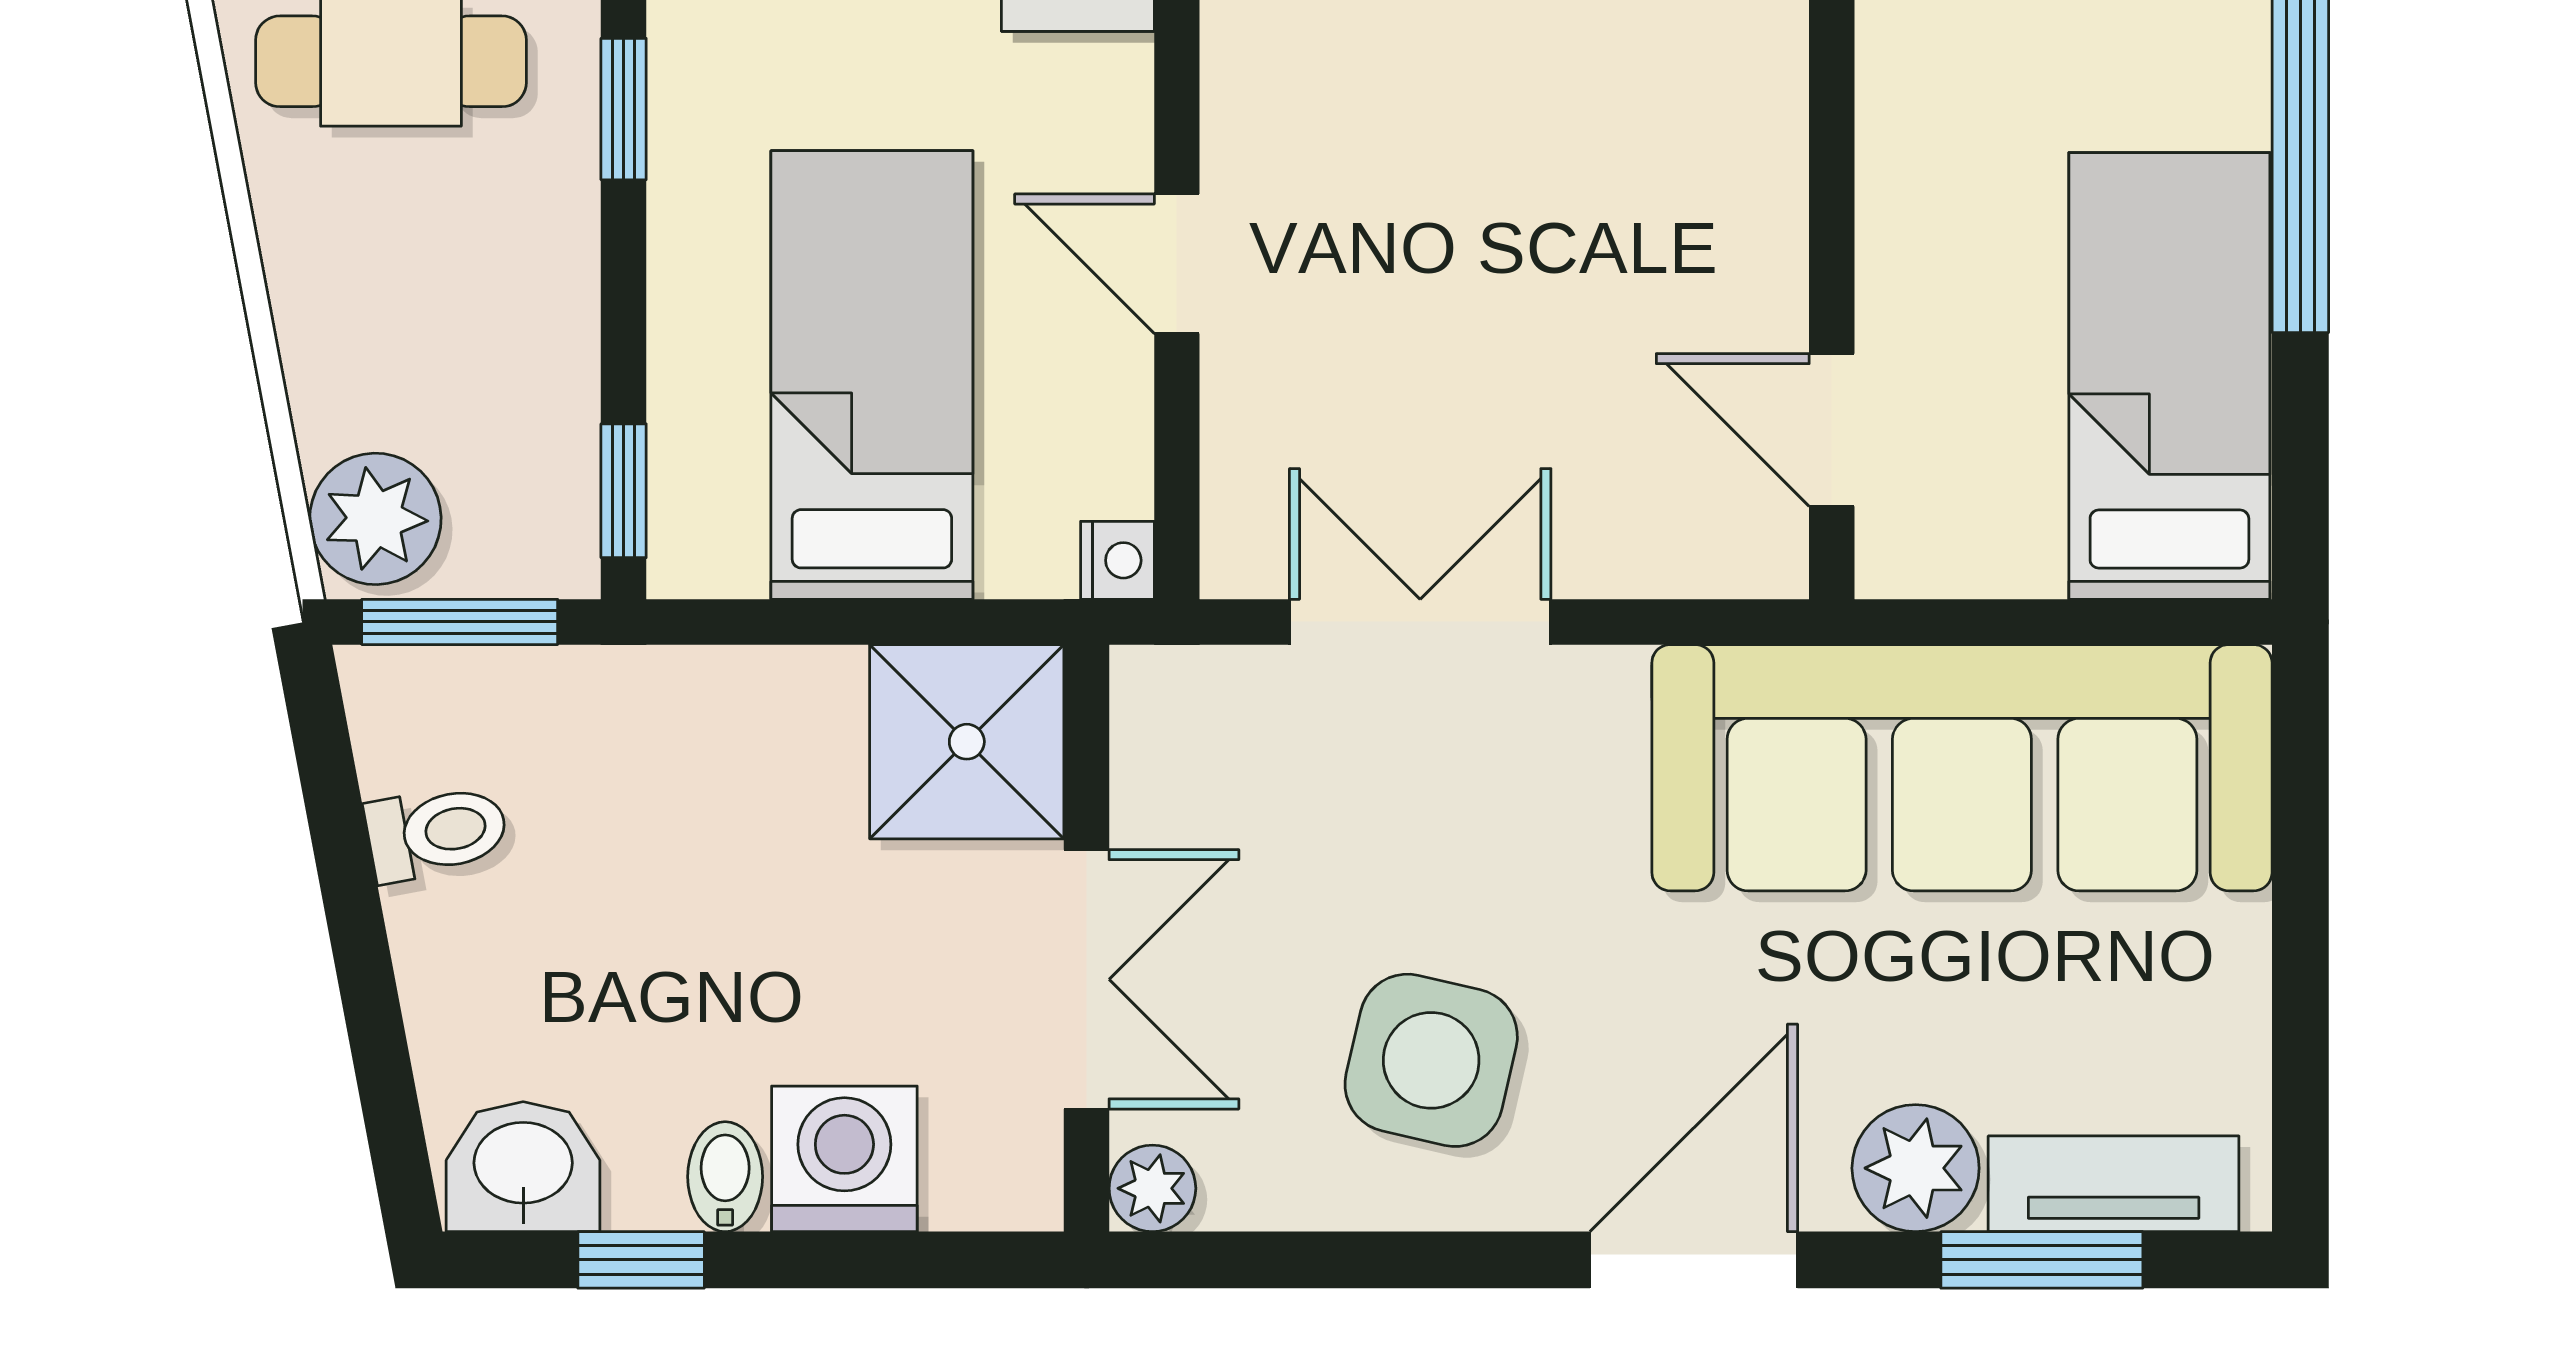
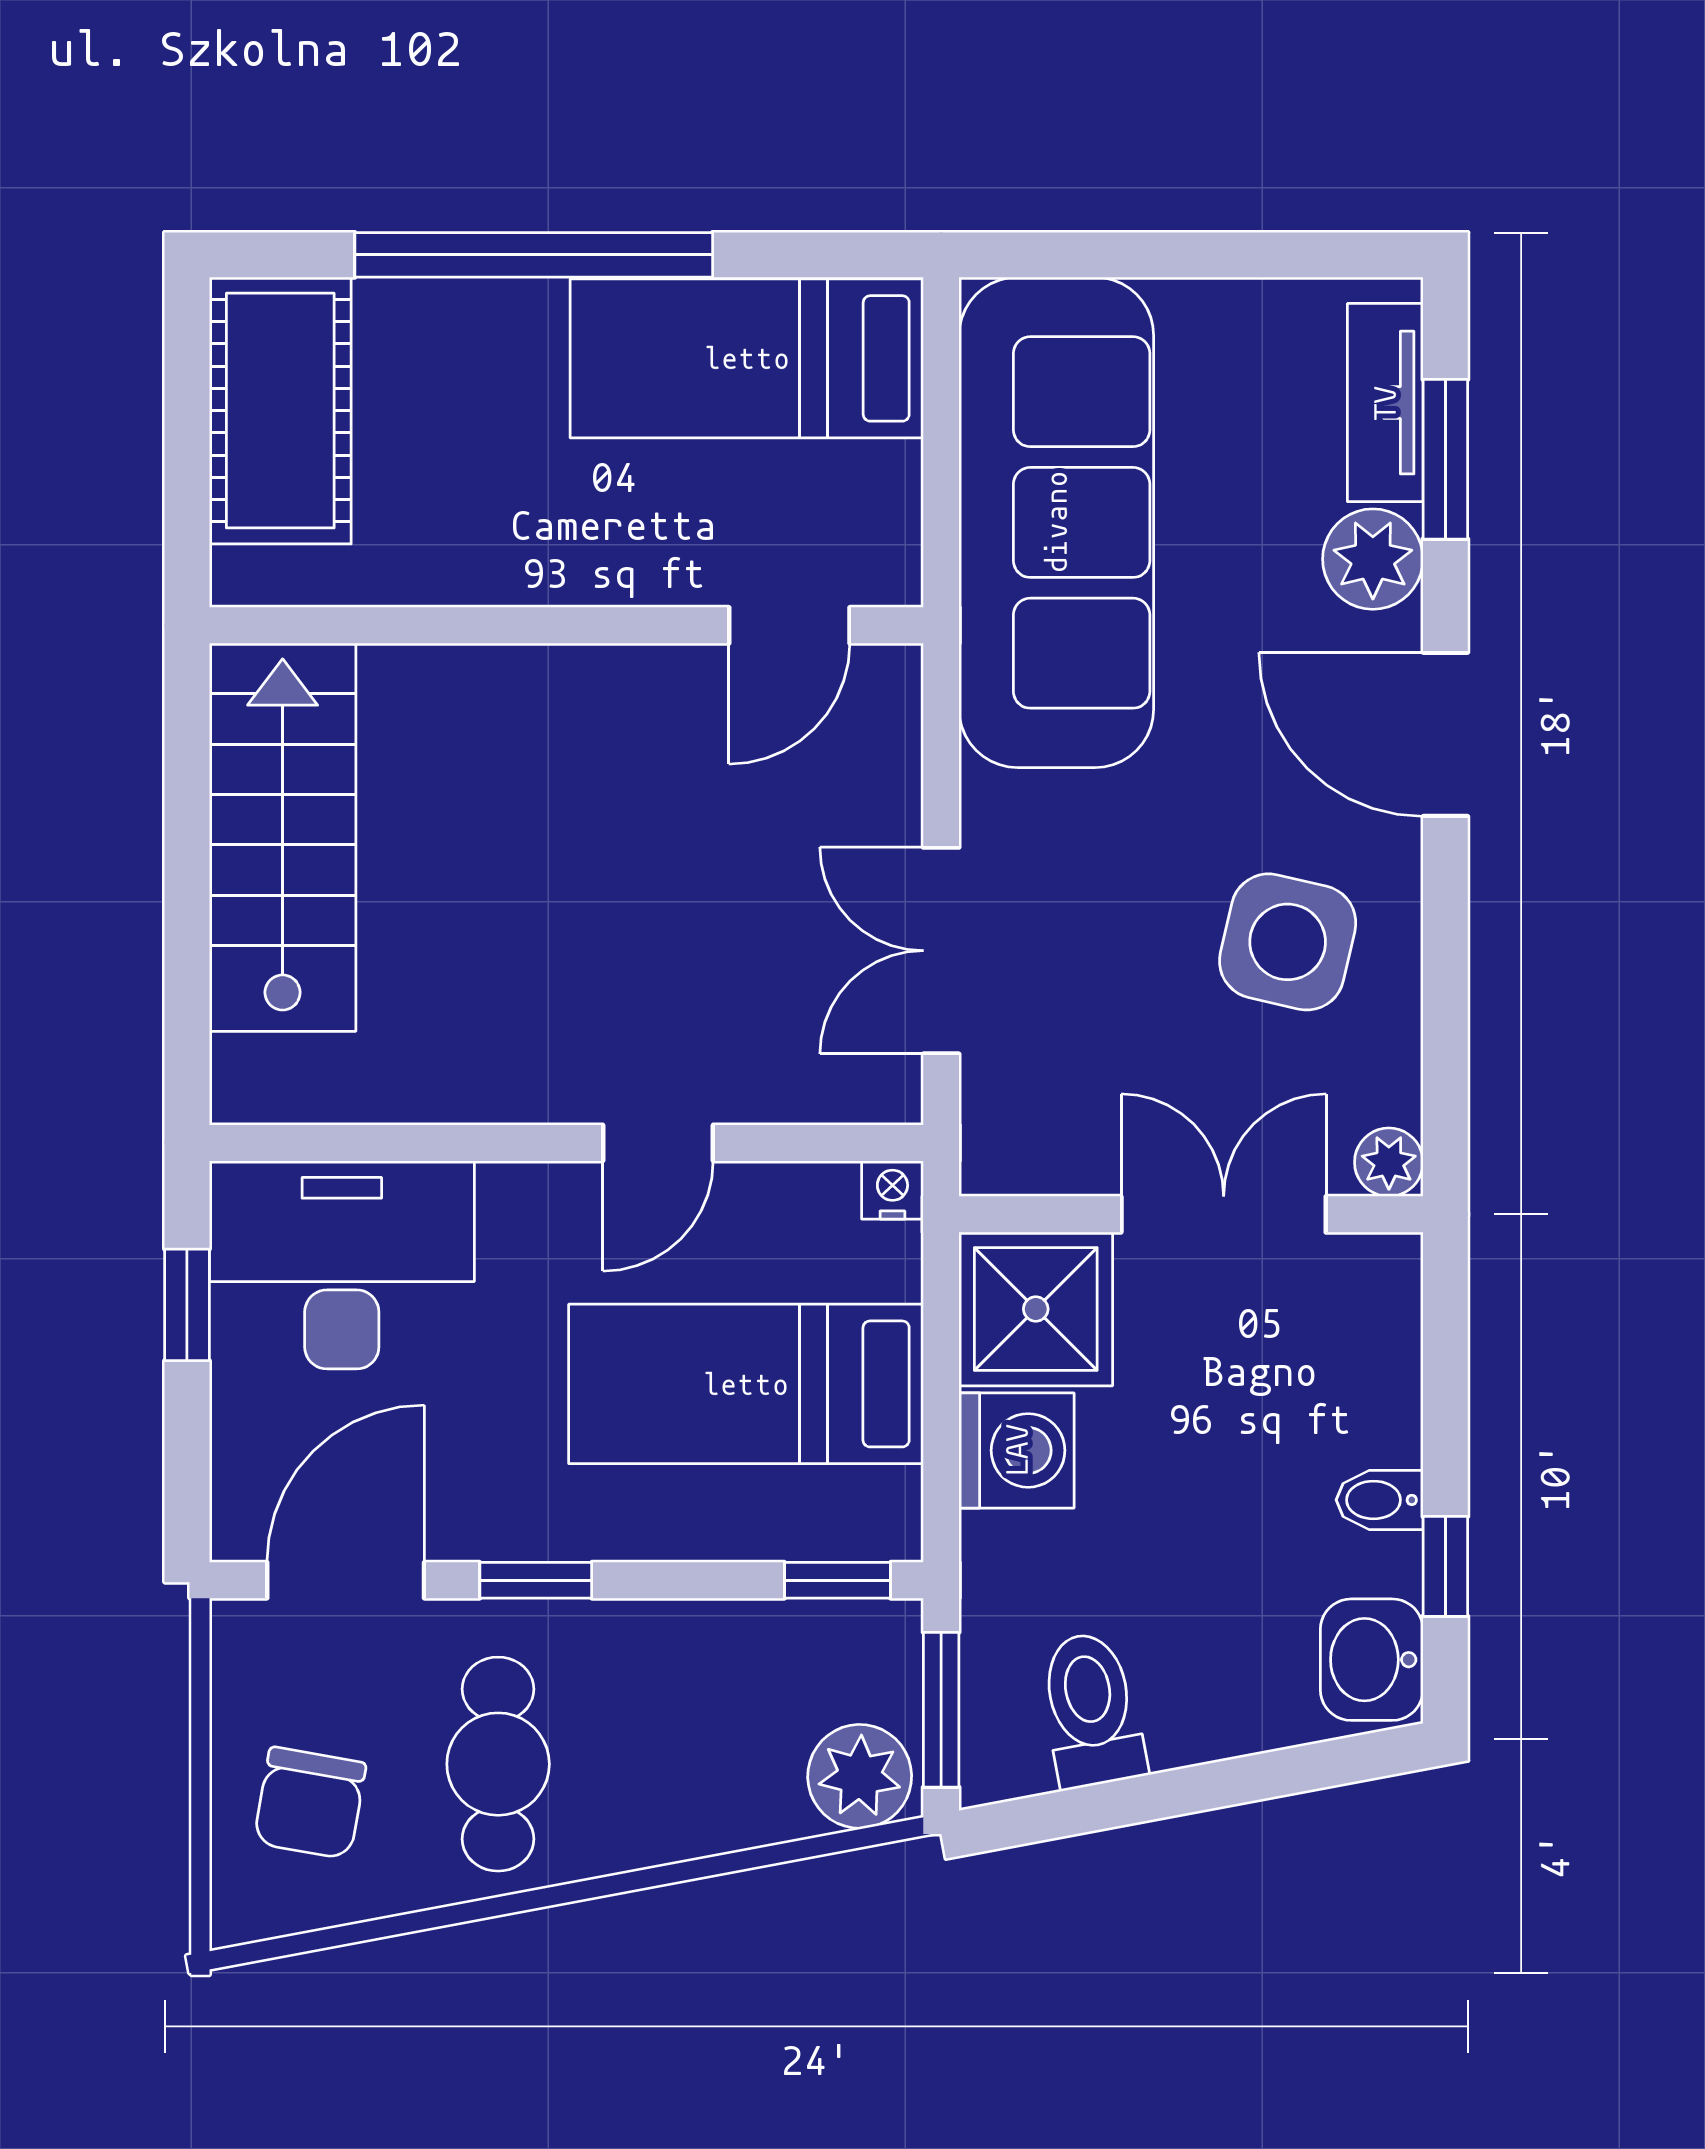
toilet: (437, 832) -> (1091, 1710), width x1.37, depth x1.39
washing machine: (844, 1159) -> (1017, 1450), moved, turned 180

